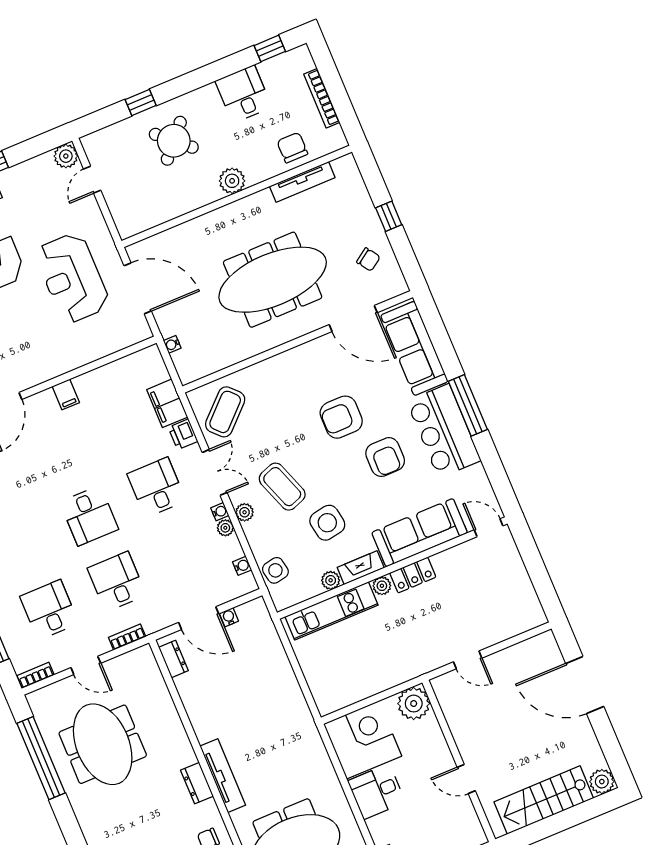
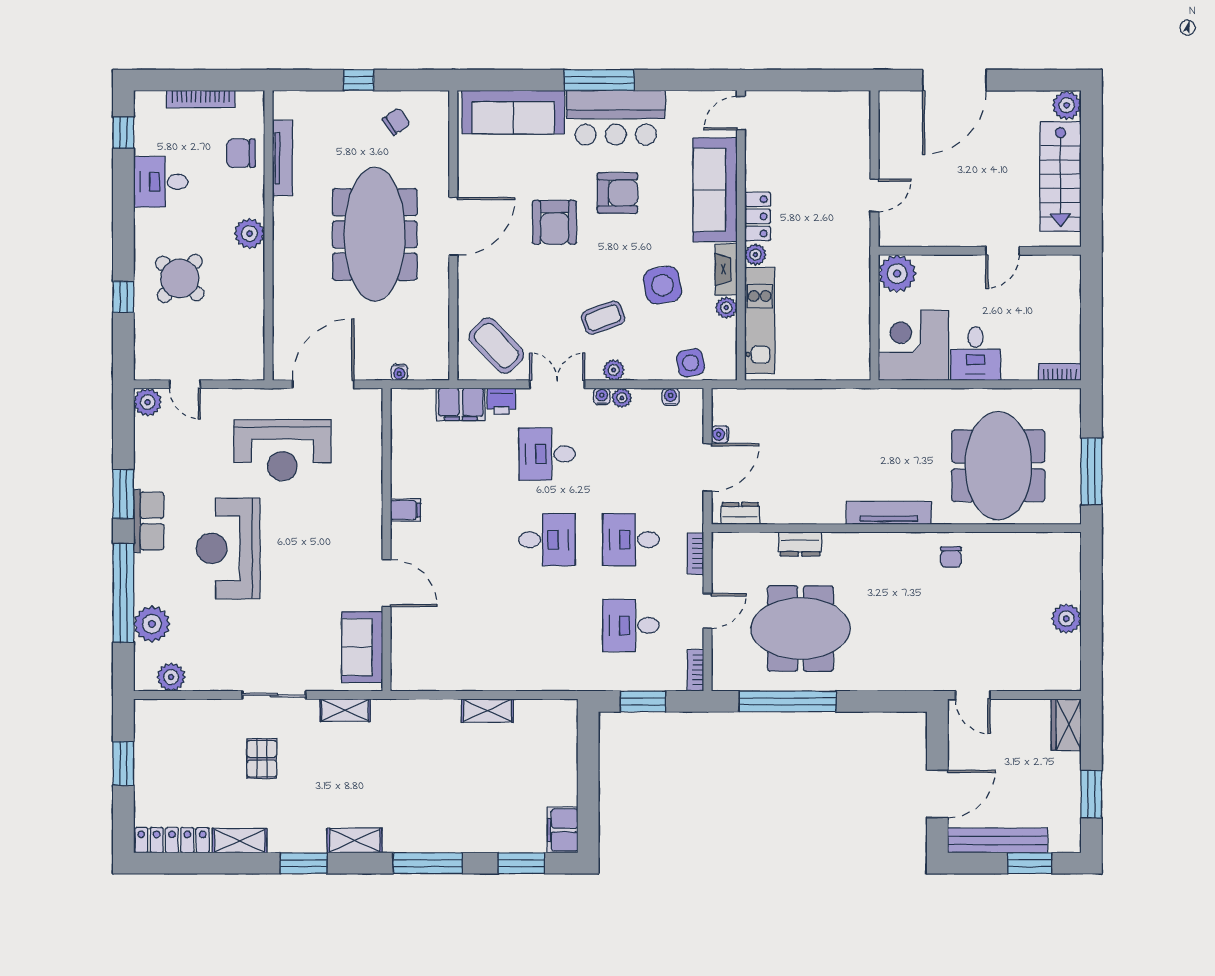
door: (353, 319) -> (453, 226), moved
coffee table: (282, 487) -> (603, 318), width x0.73, depth x0.77
dresser: (197, 783) -> (800, 544), moved

